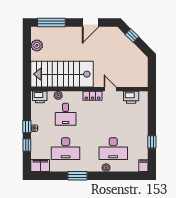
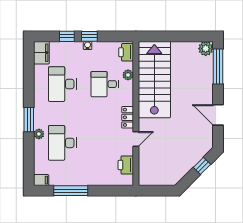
plant: (37, 45) -> (206, 49), moved
window: (152, 142) -> (71, 191), width x2.17
window: (77, 176) -> (29, 120), moved

